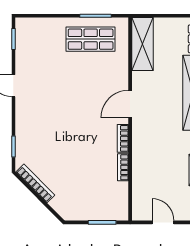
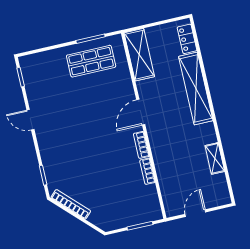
door: (163, 222) -> (195, 213), hinge flipped

